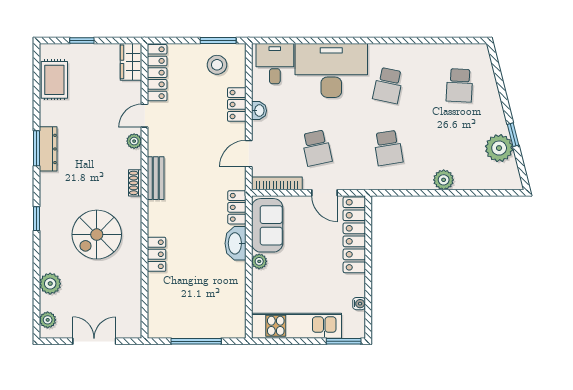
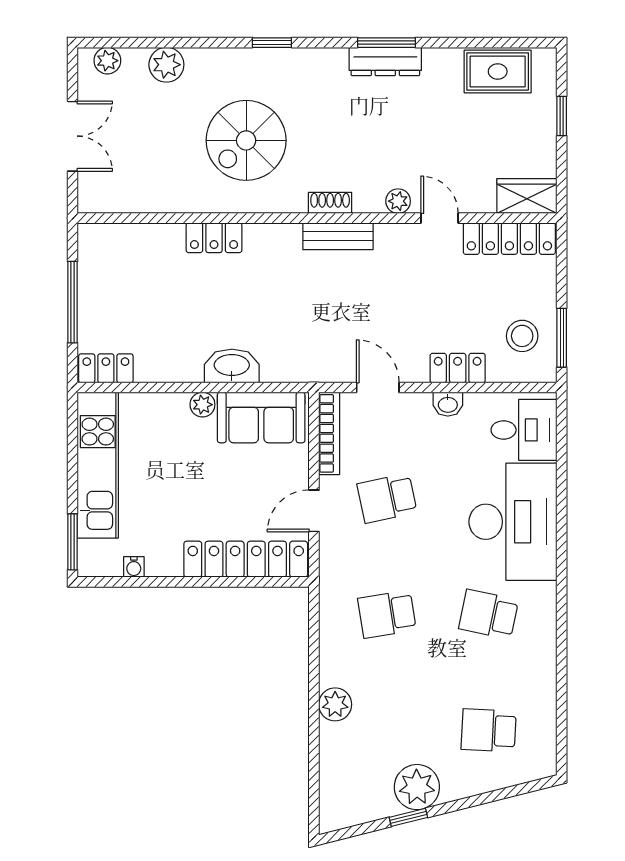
plant: (499, 148) -> (417, 787), moved
locker: (237, 207) -> (106, 368), moved
spiral stairs: (97, 235) -> (246, 140), turned -90

